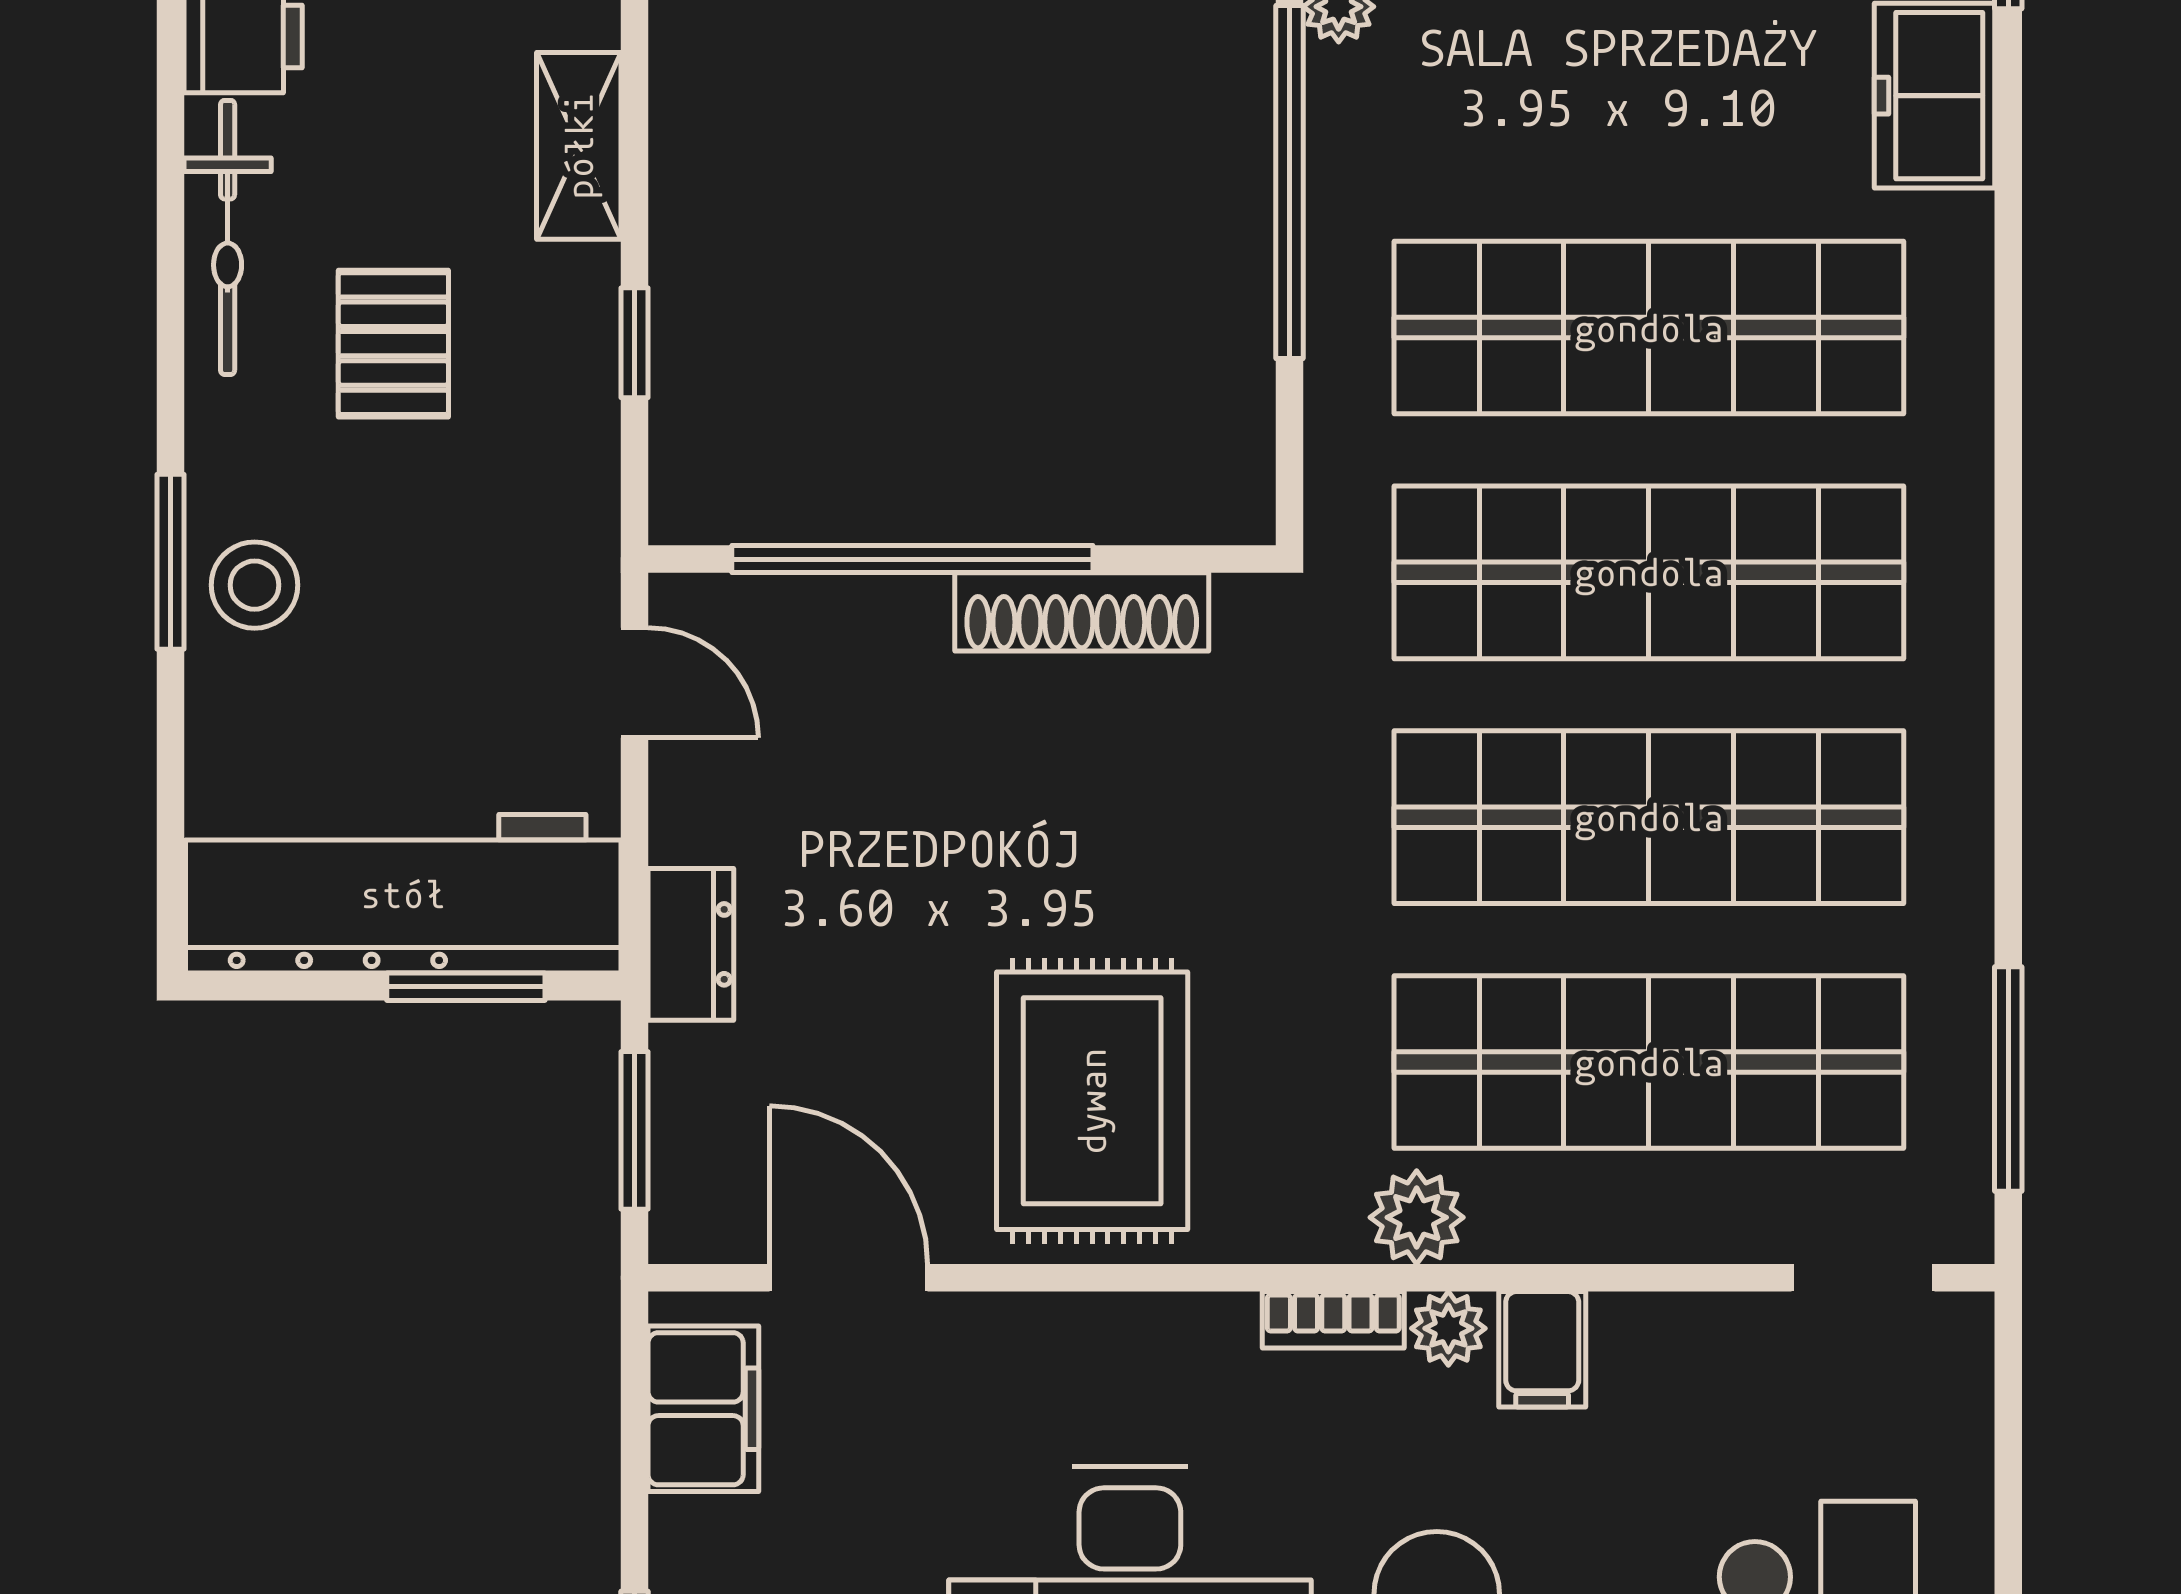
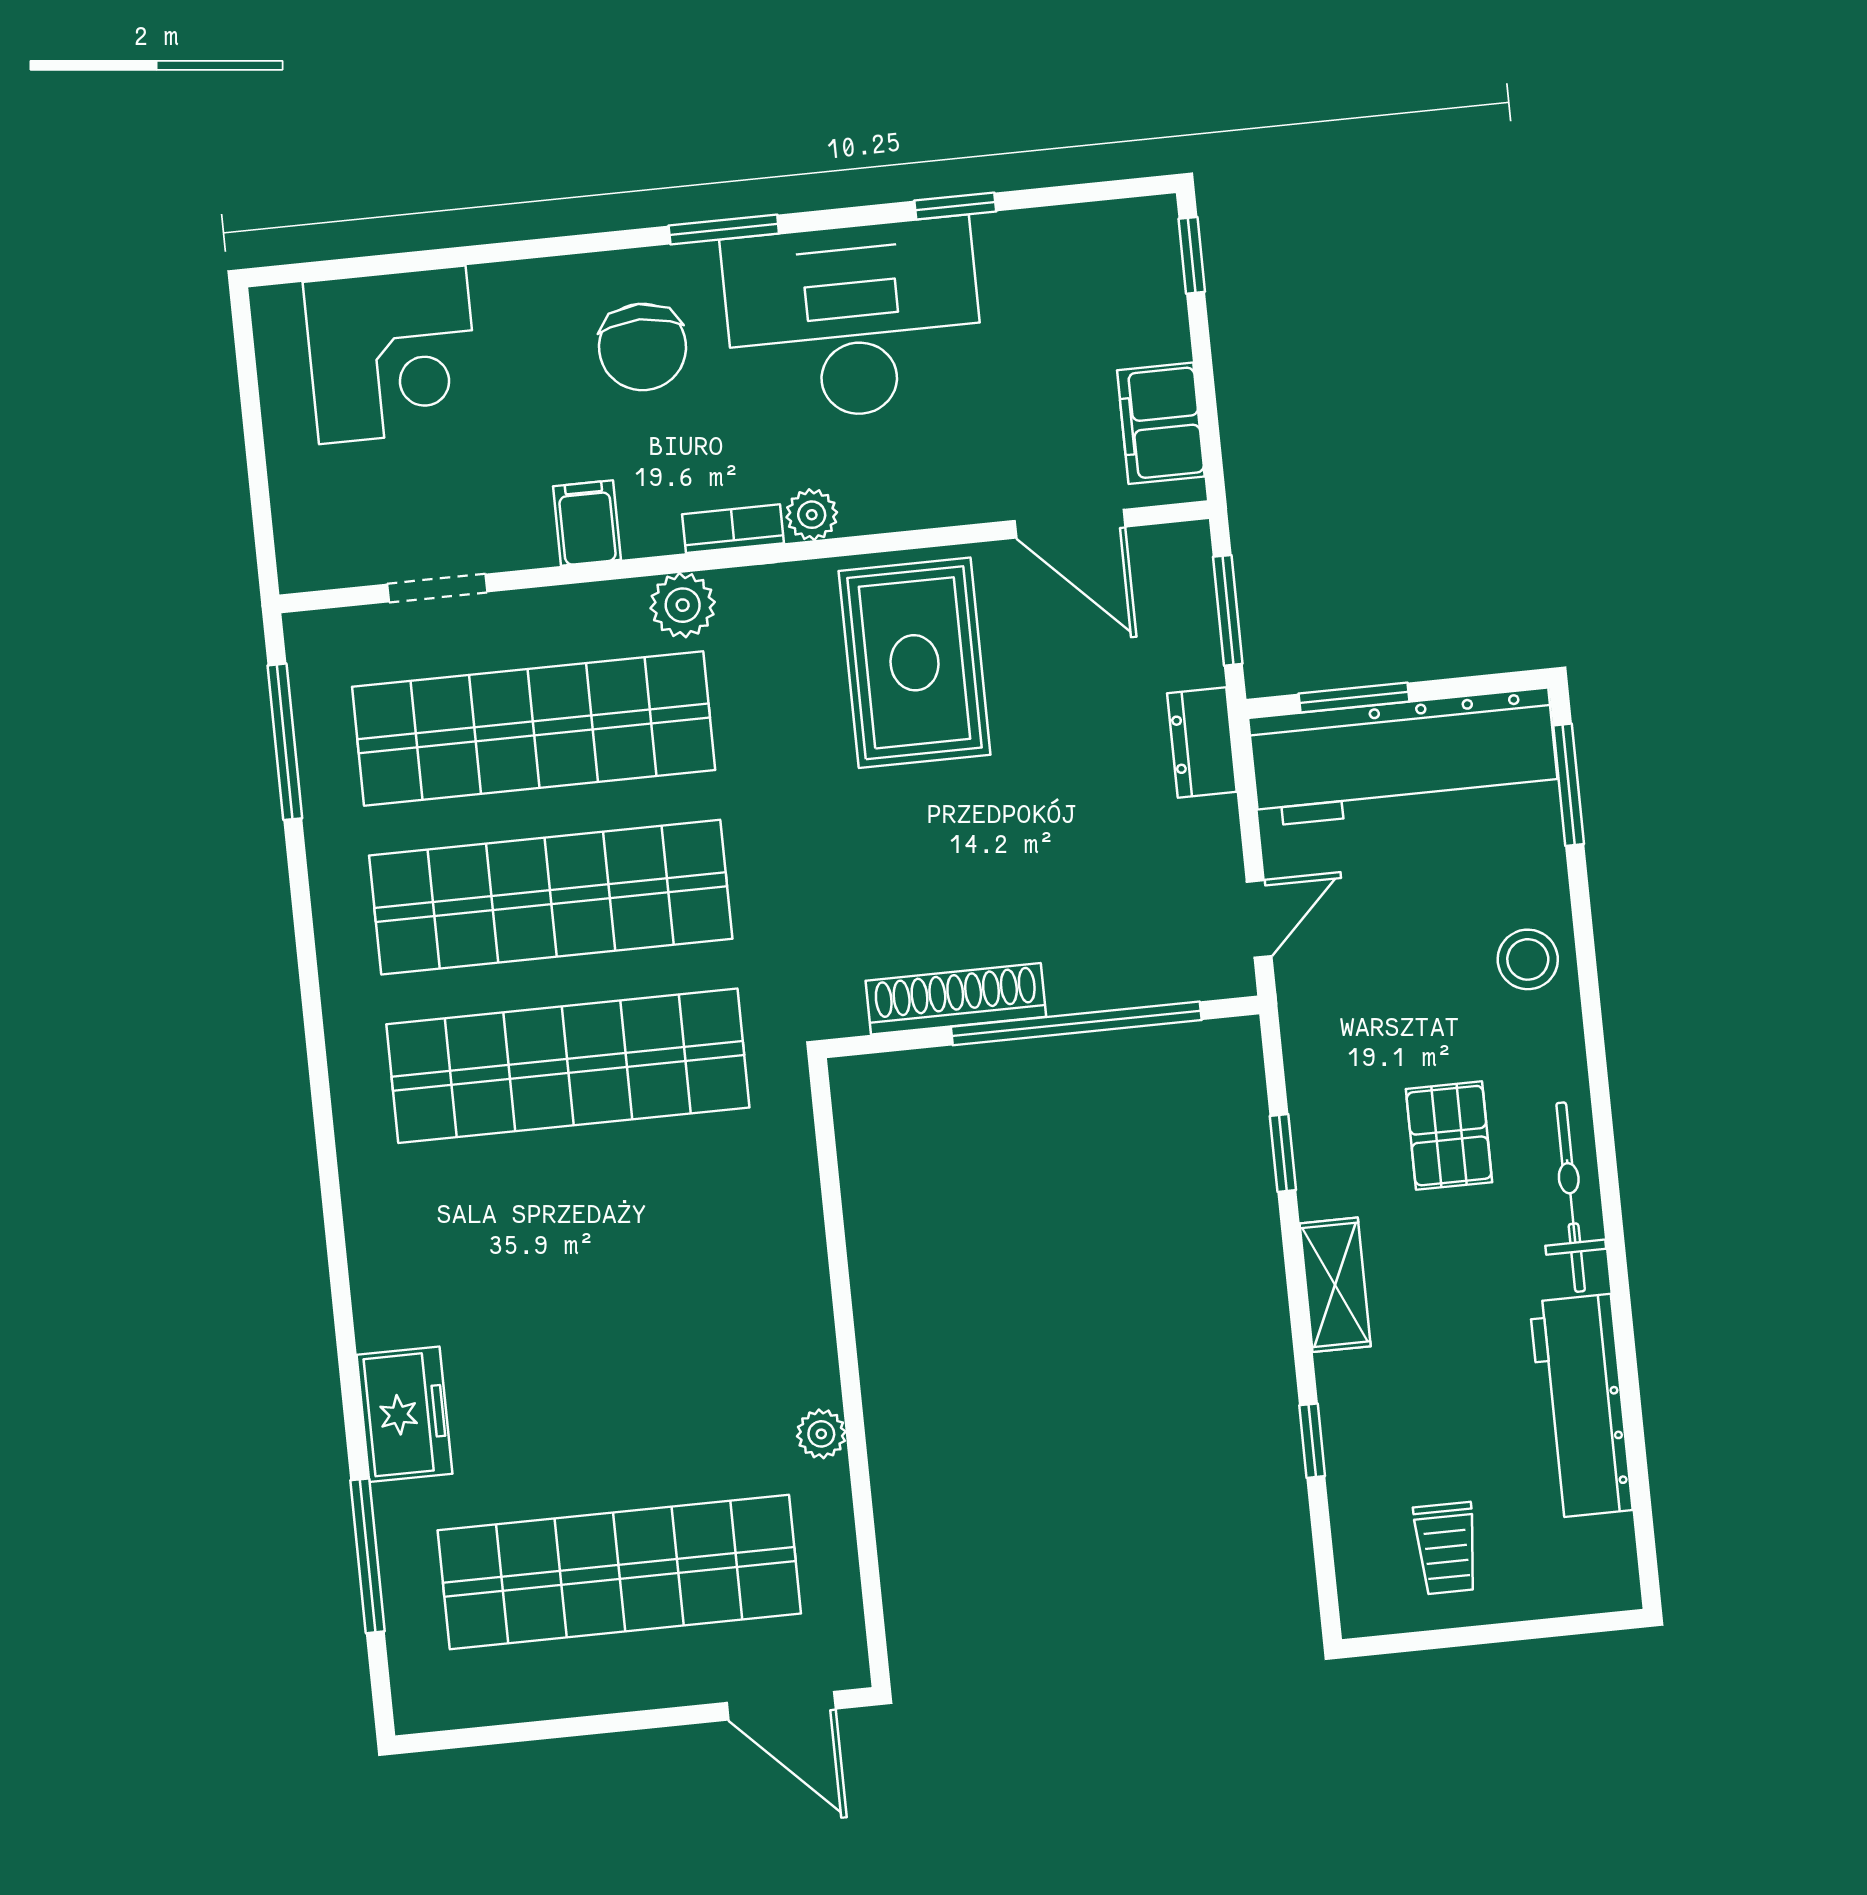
window: (1289, 182) -> (843, 1310), removed
shop shelf: (1649, 328) -> (585, 1235), removed
window: (170, 562) -> (1569, 785), moved
door: (634, 683) -> (1259, 919), swing flipped
doorway: (1863, 1278) -> (437, 588), moved
plant: (1448, 1328) -> (812, 515), moved

